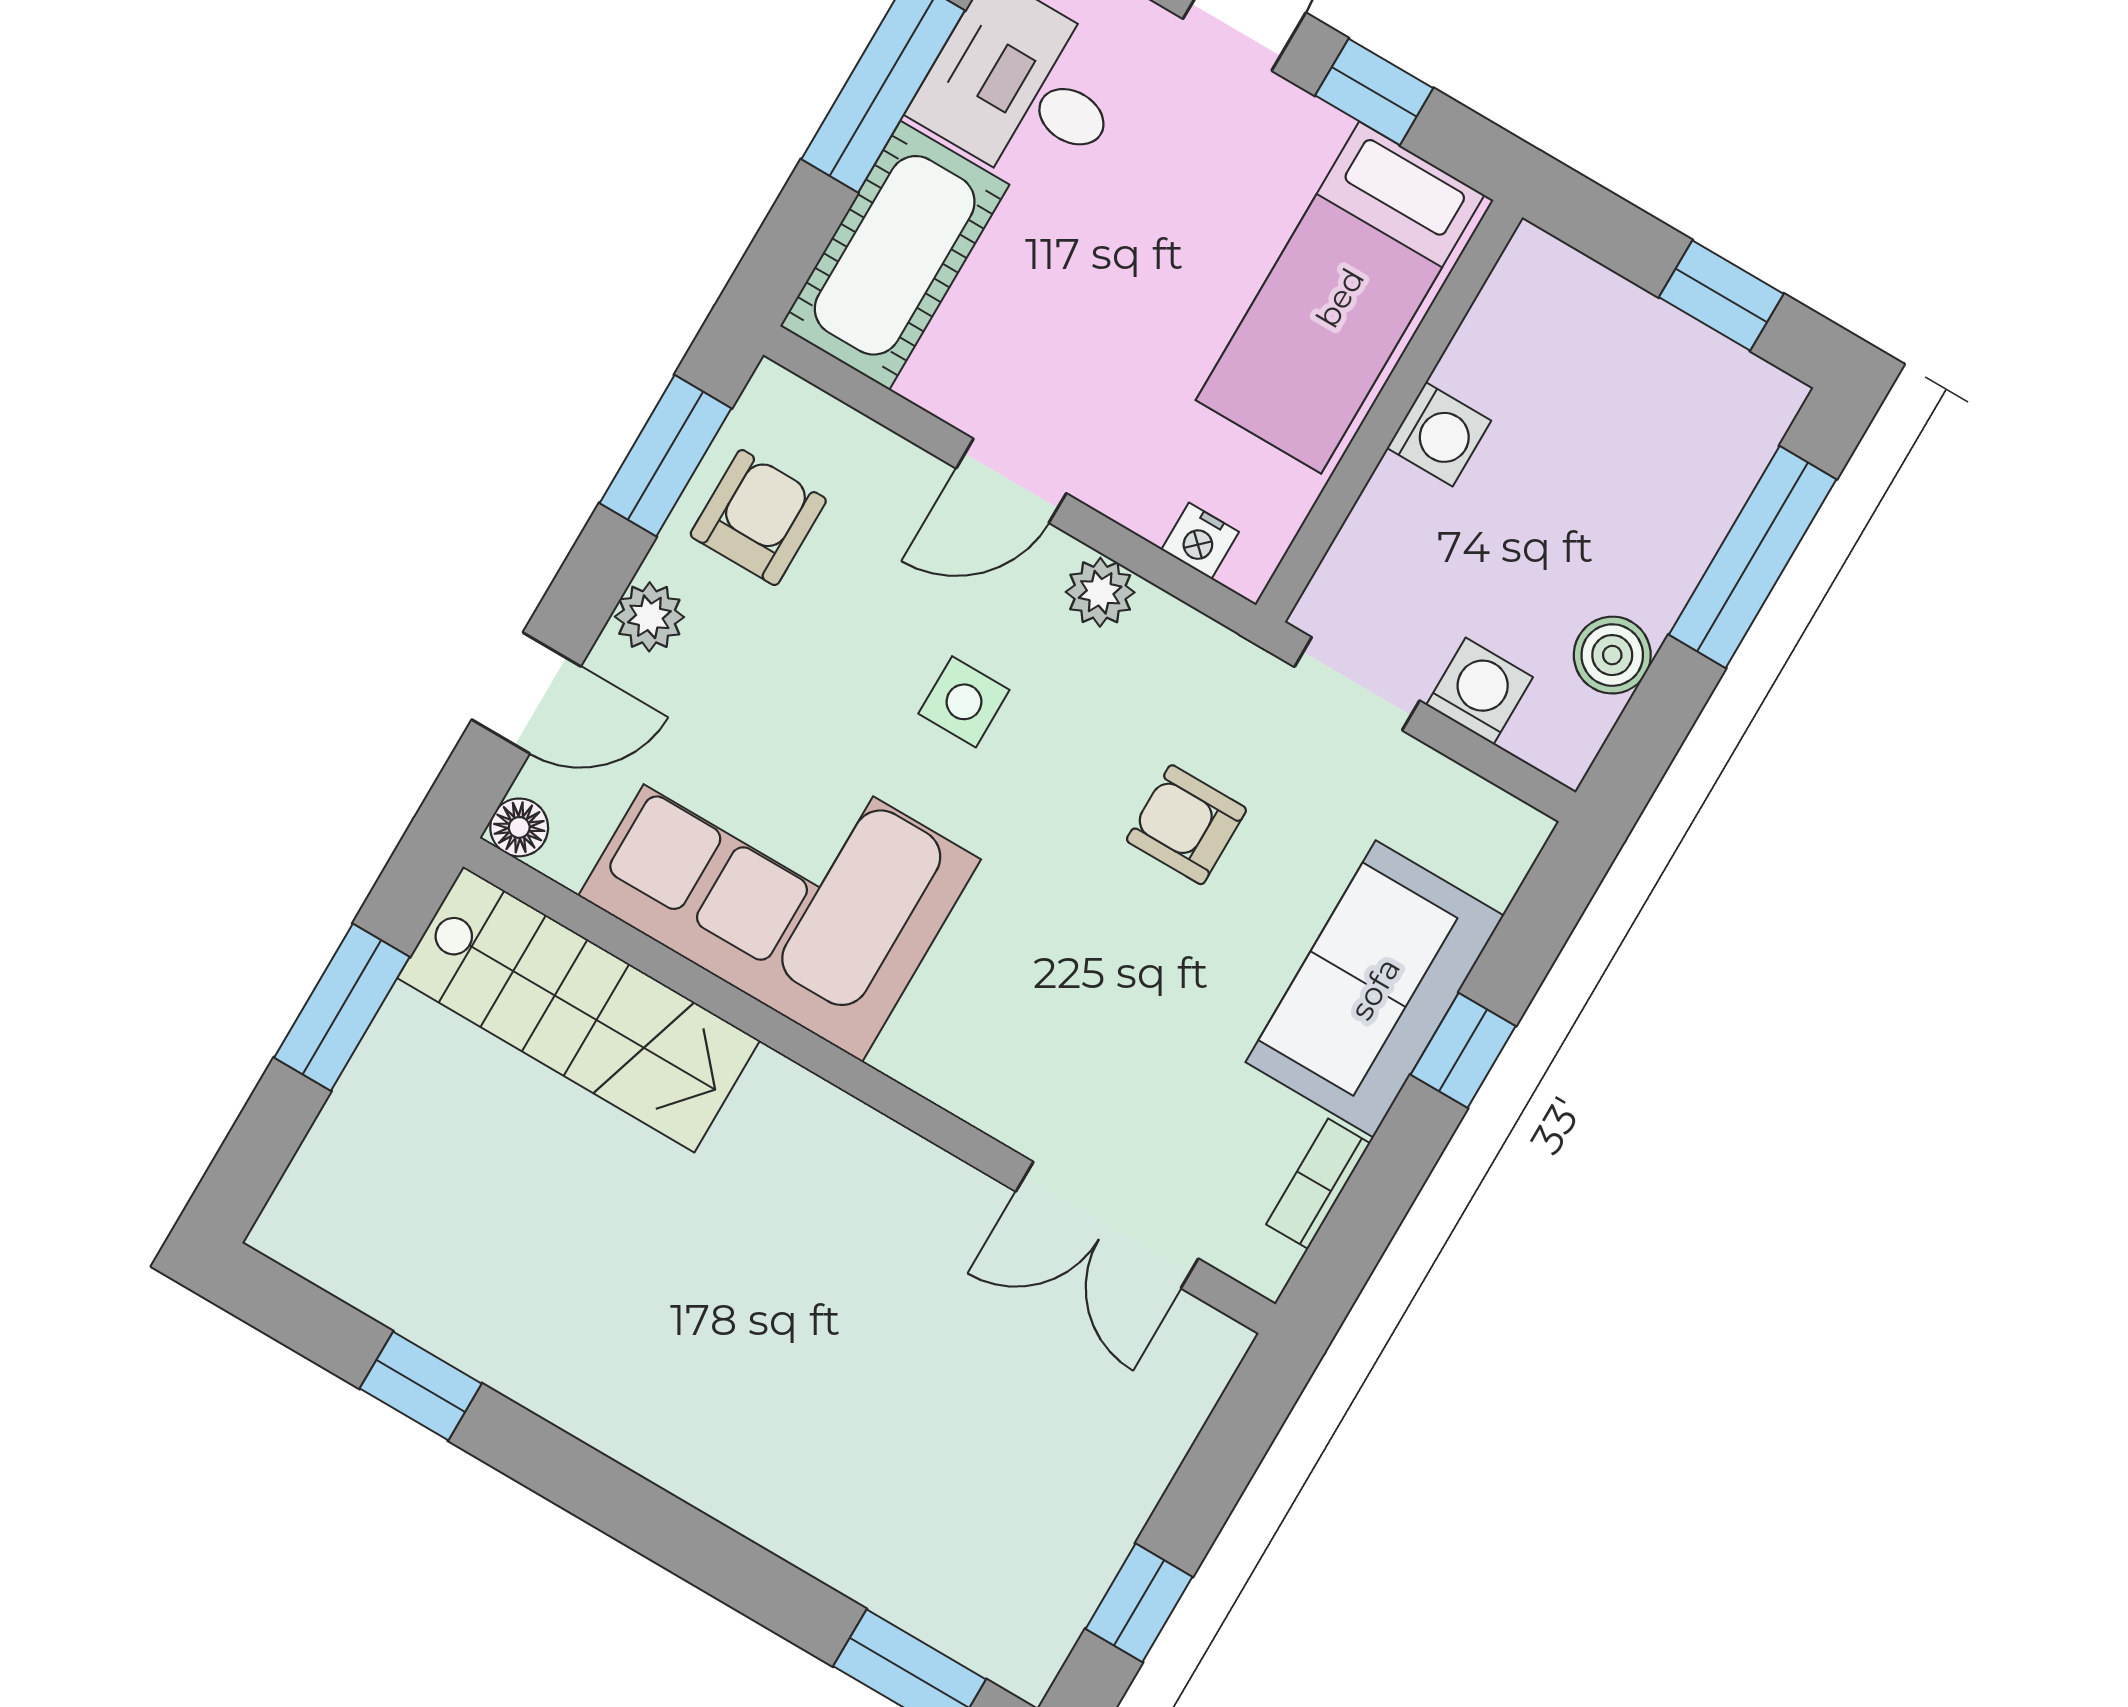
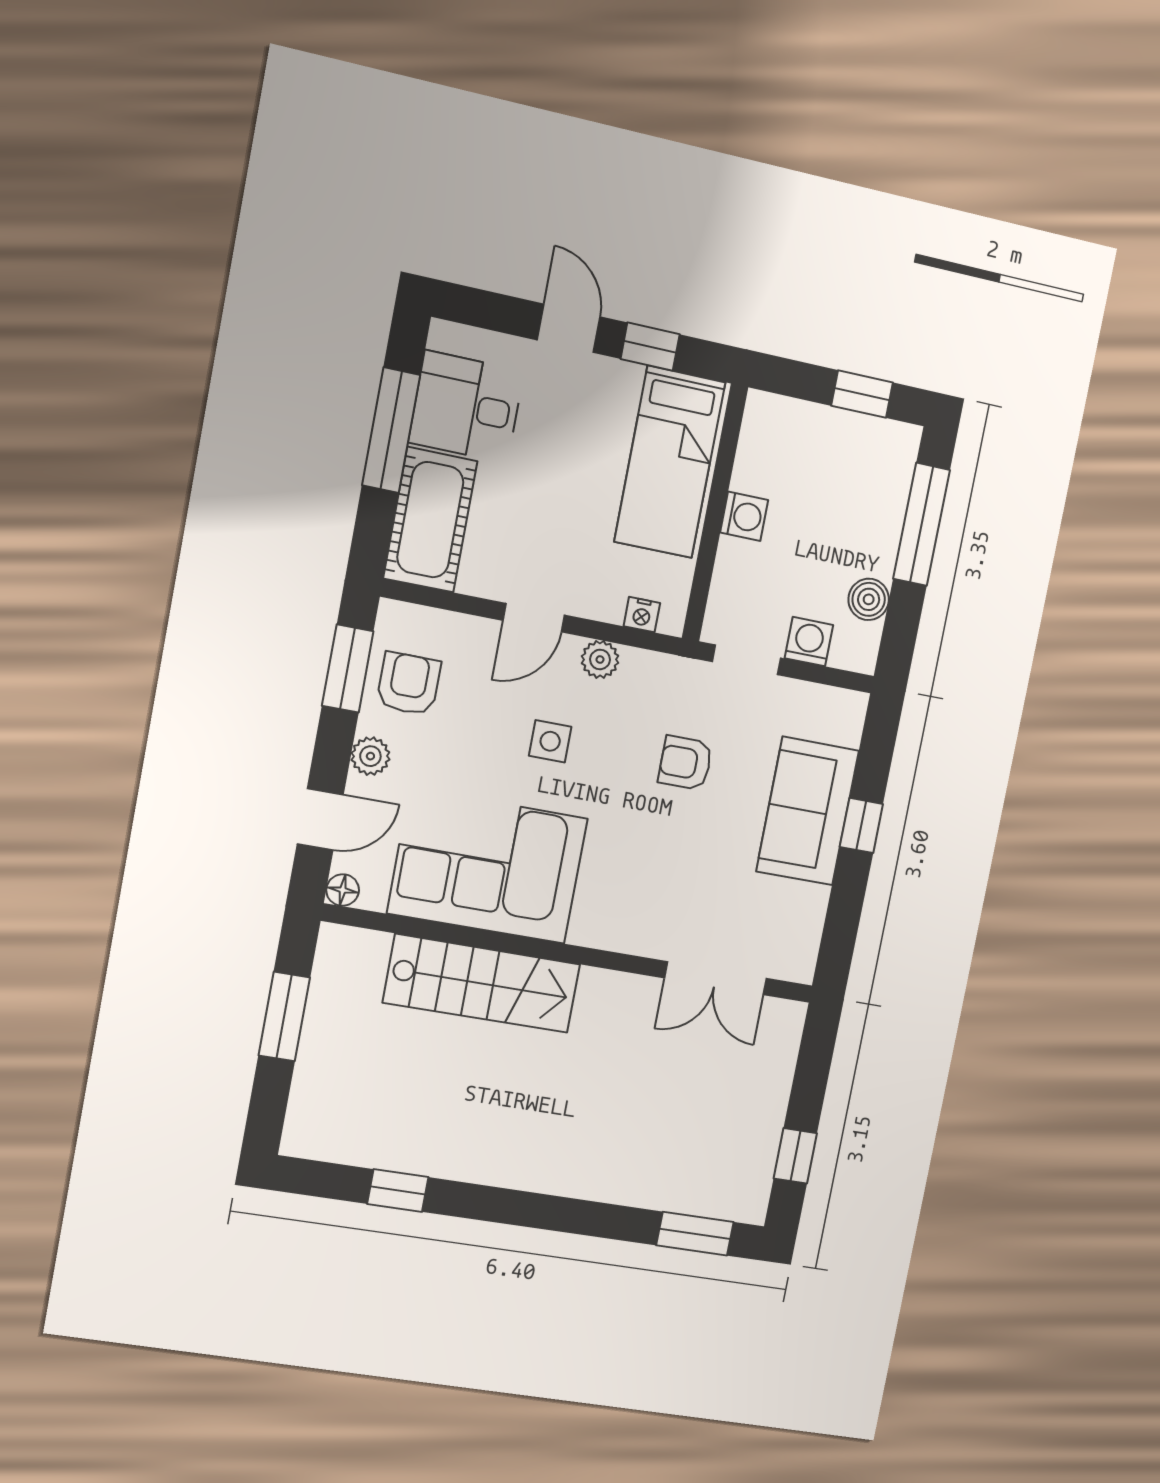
stairs: (579, 1009) -> (482, 983), moved
bookcase: (1318, 1184) -> (813, 918), removed

